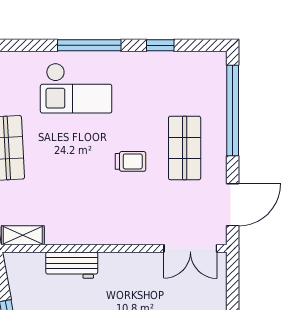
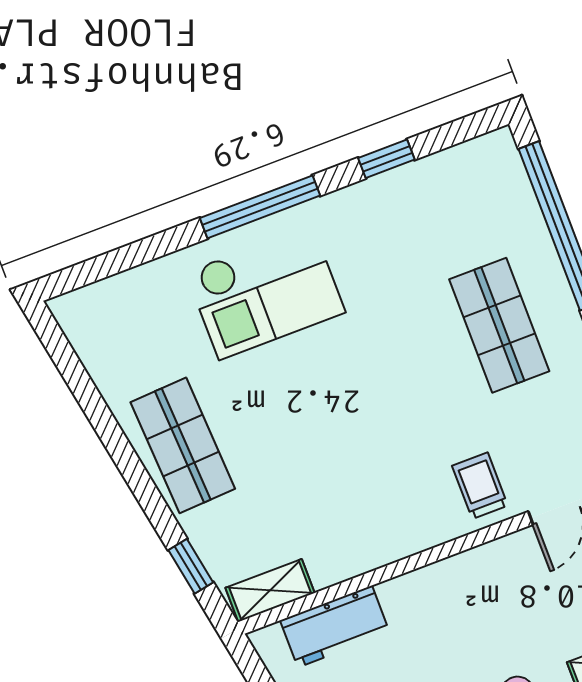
trolley: (131, 161) -> (480, 486), moved, turned -90
workbench: (72, 265) -> (335, 626), moved

